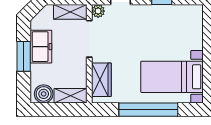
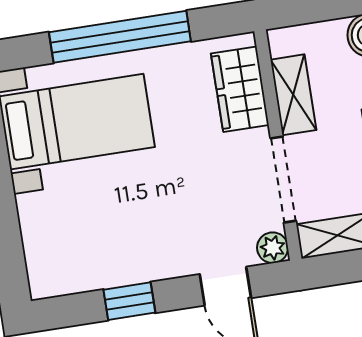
shelving: (70, 96) -> (293, 95), moved, turned 90

